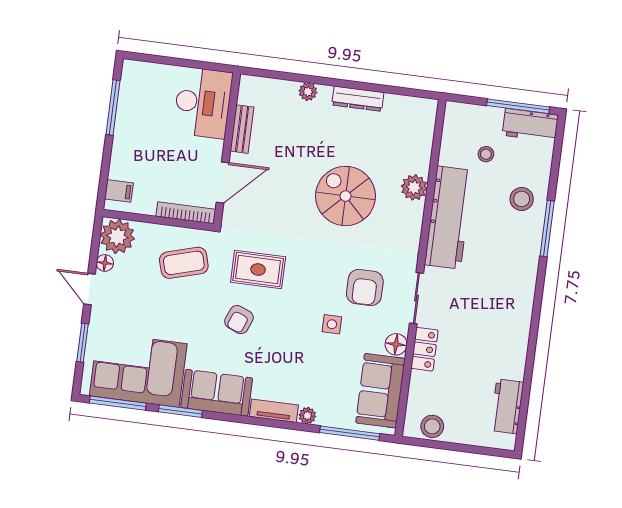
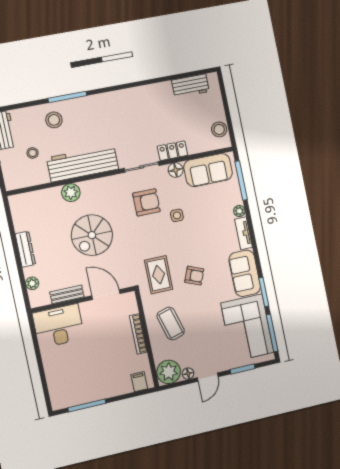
desk: (203, 103) -> (59, 326), moved
bench: (242, 129) -> (67, 294), moved
wall: (227, 149) -> (83, 300), moved
door: (223, 182) -> (106, 295), moved

